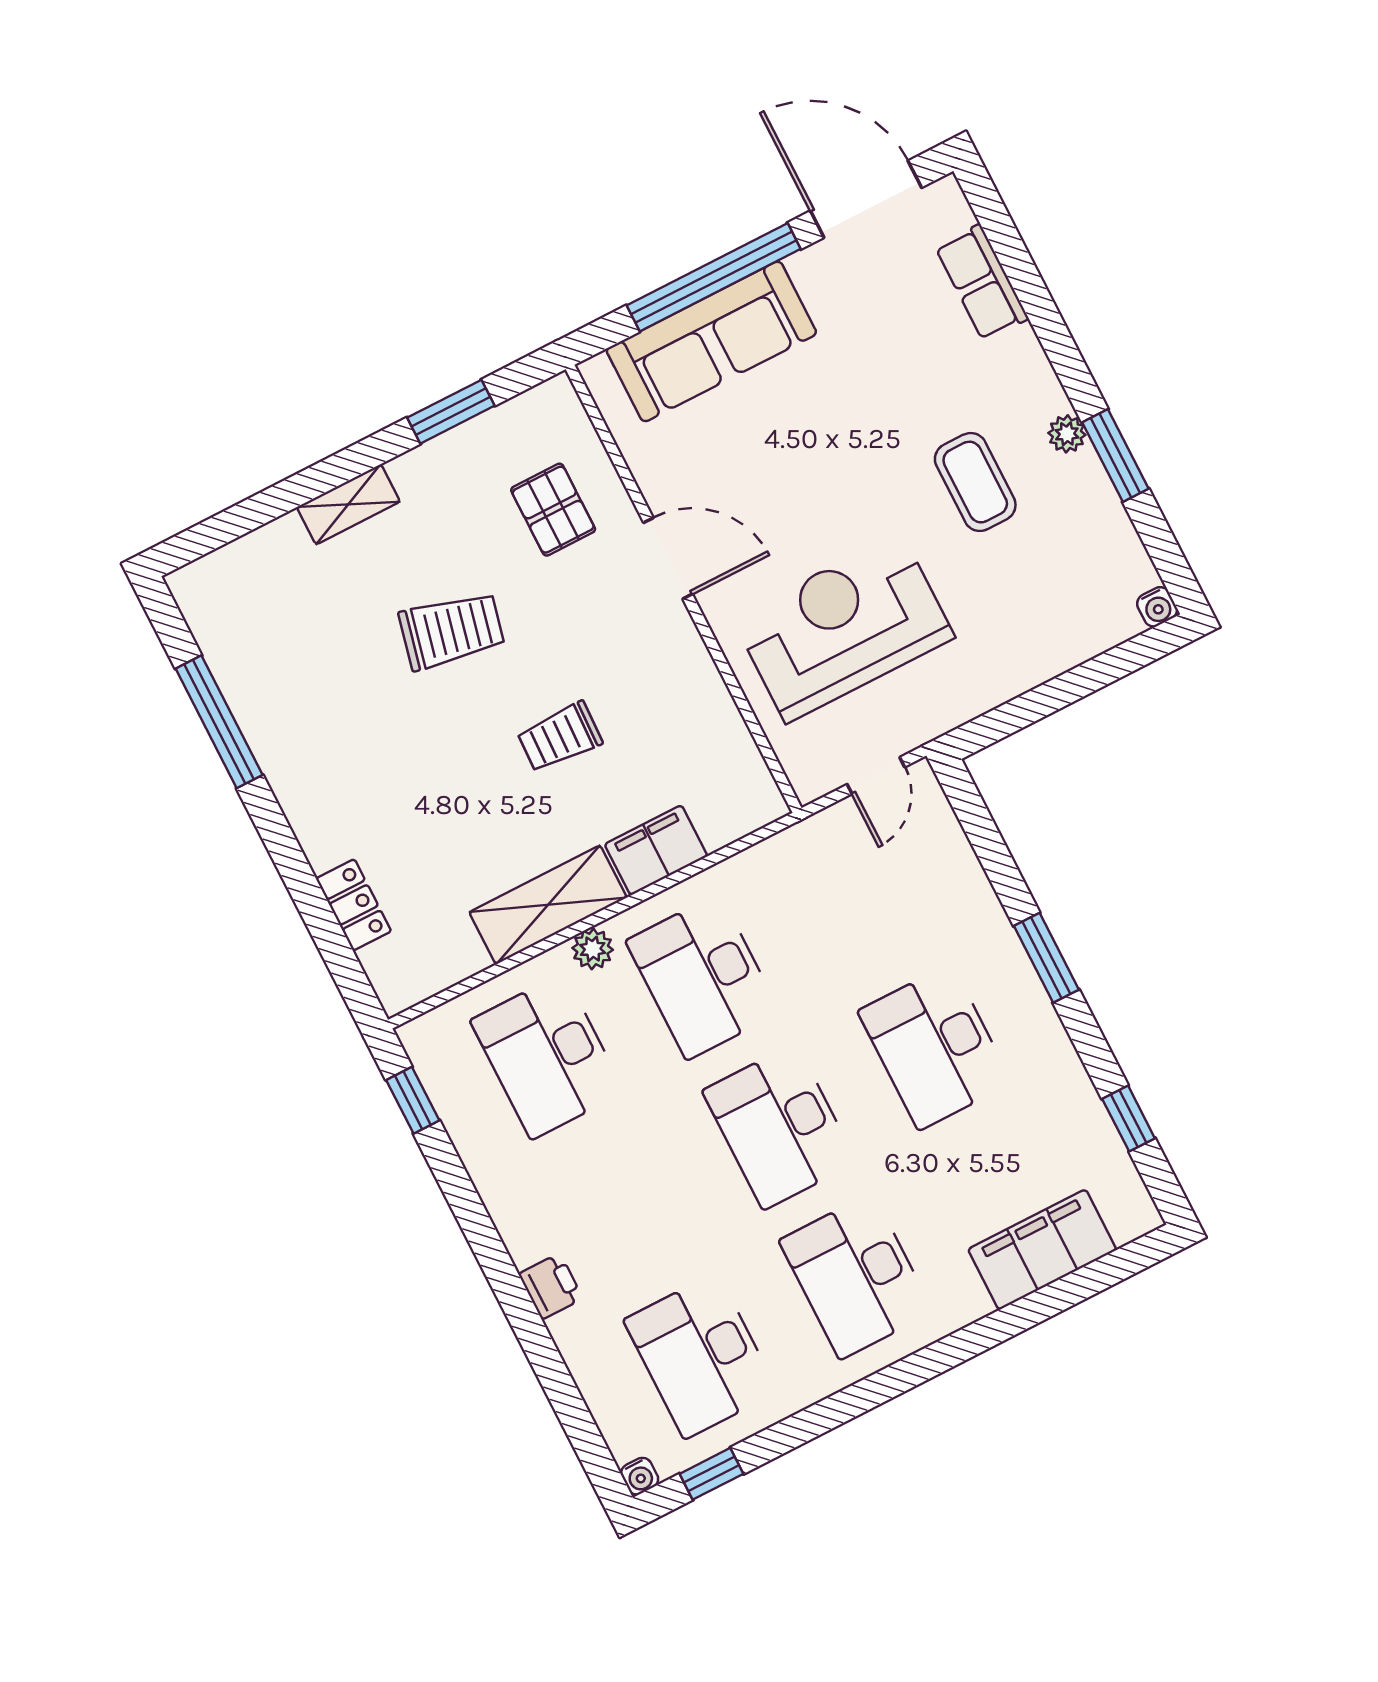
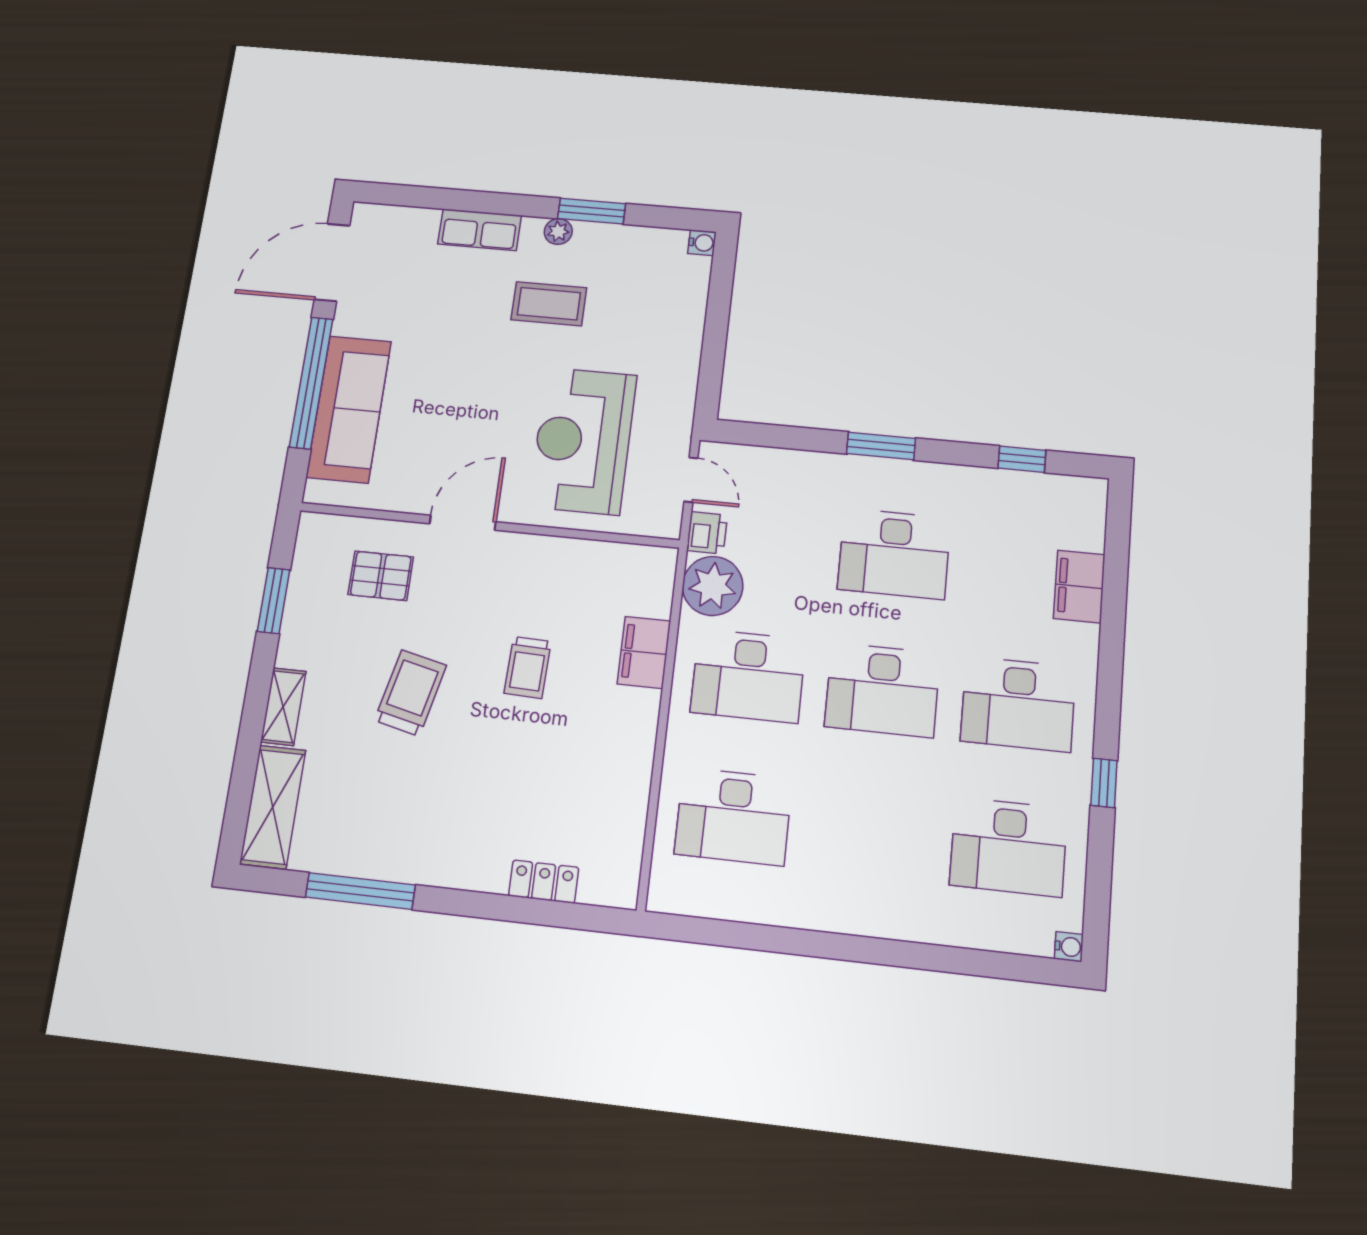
row of seats: (982, 283) -> (480, 230), moved
shelving: (548, 905) -> (273, 807), moved
plant: (593, 949) -> (713, 586), moved, width x1.88, depth x1.88
window: (413, 1100) -> (703, 931), removed
filing cabinet: (1042, 1250) -> (1079, 587), width x0.67, depth x0.86
printer: (551, 1286) -> (707, 533), moved, turned 90
window: (711, 1474) -> (1104, 783), moved

